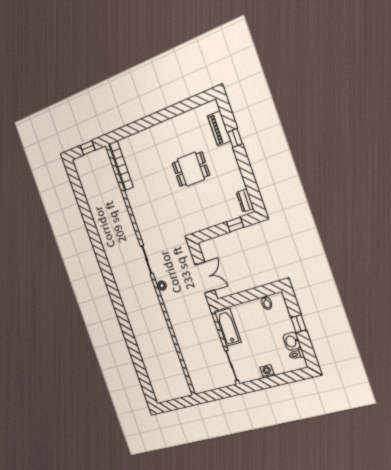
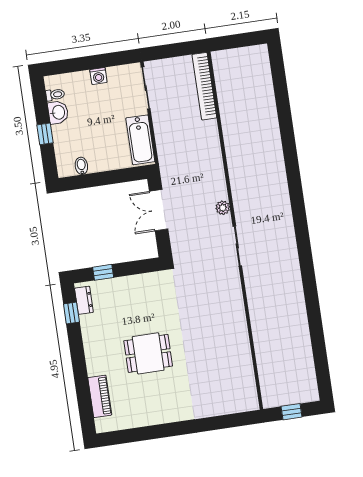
window: (235, 138) -> (71, 313), moved
bookcase: (121, 166) -> (204, 86), moved

